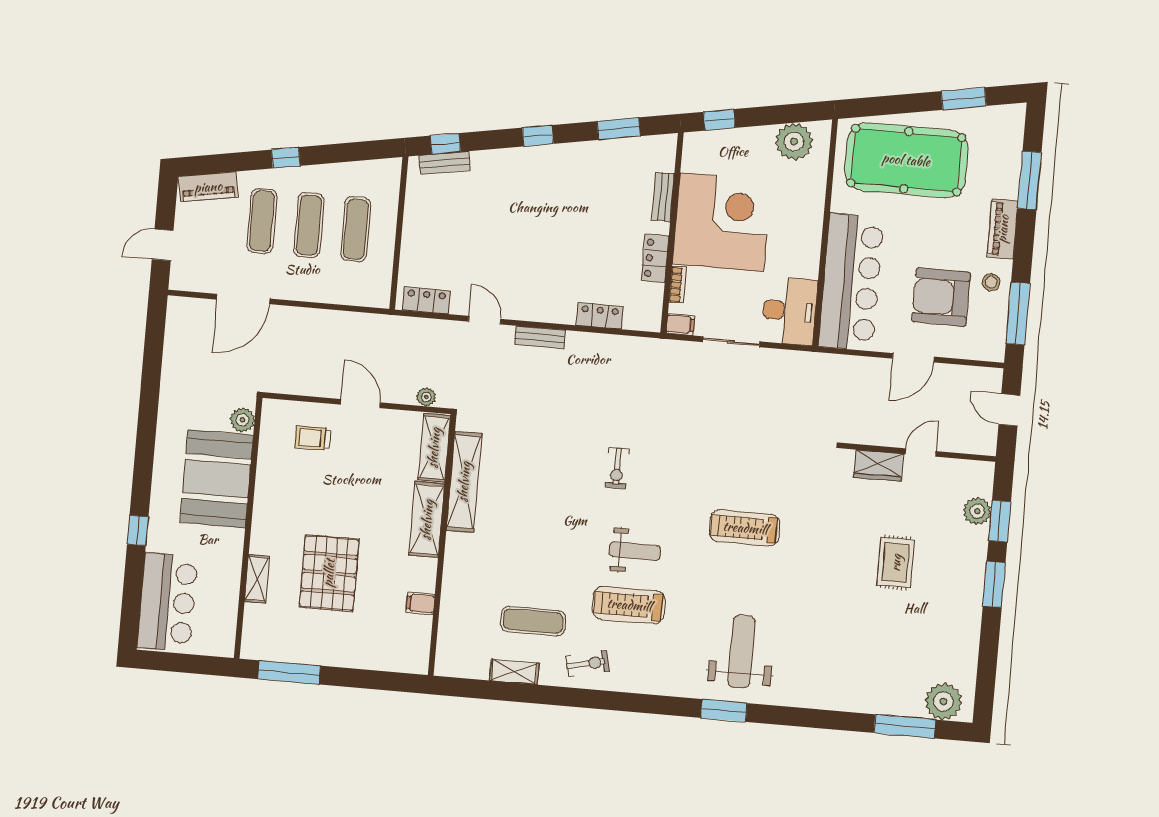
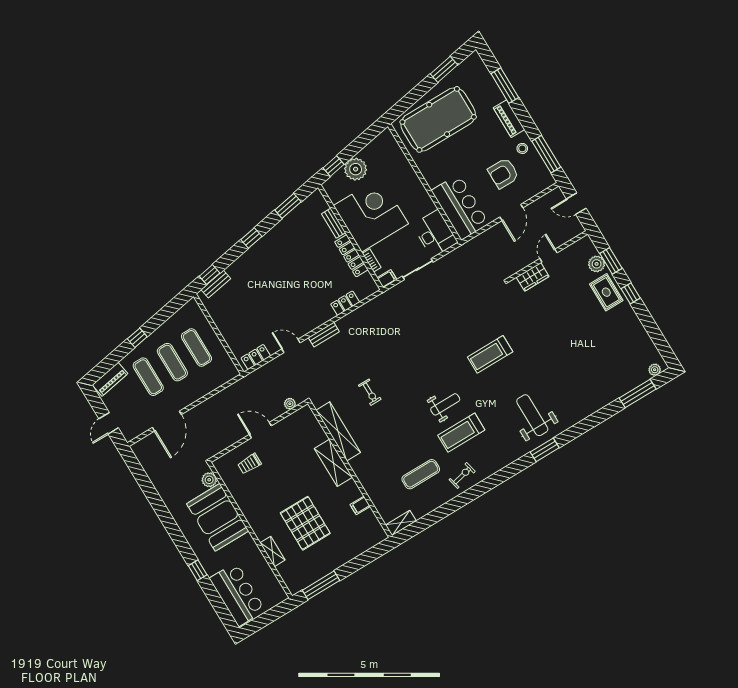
plant: (794, 142) -> (356, 169), moved
locker: (655, 258) -> (351, 256), width x1.53
bar counter: (851, 282) -> (460, 207), width x0.73
armchair: (941, 297) -> (503, 173), width x0.73, depth x0.73
shelving: (434, 448) -> (312, 425), removed
exercise bike: (617, 468) -> (370, 392), moved
rug: (896, 563) -> (606, 292), moved
window: (994, 584) -> (631, 293), width x0.67
shelving: (514, 672) -> (401, 523), moved
plant: (943, 701) -> (655, 370), width x0.53, depth x0.53

